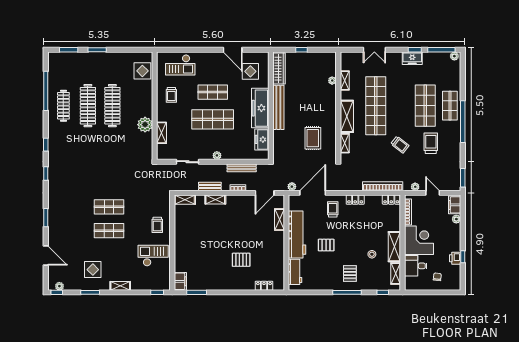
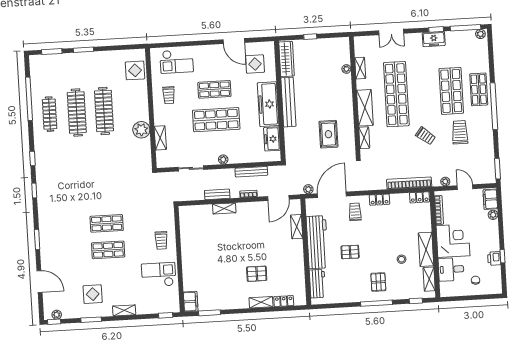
shelving: (185, 200) -> (261, 302), moved

